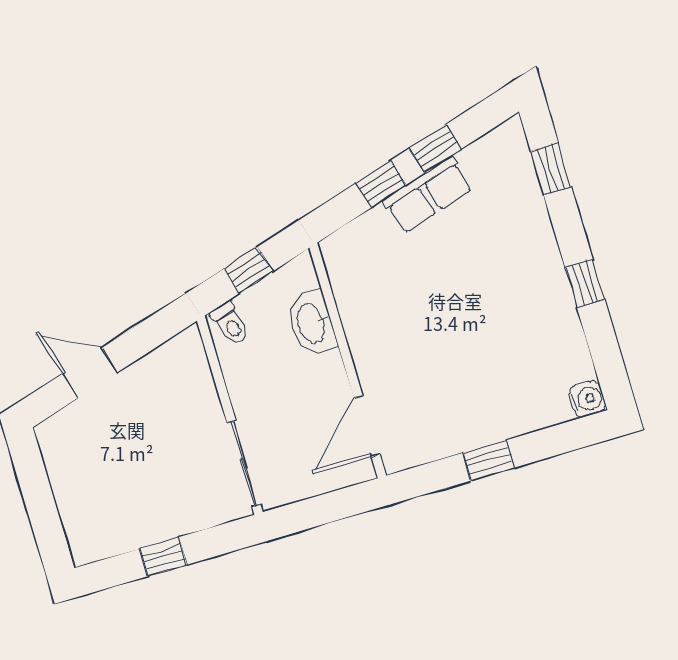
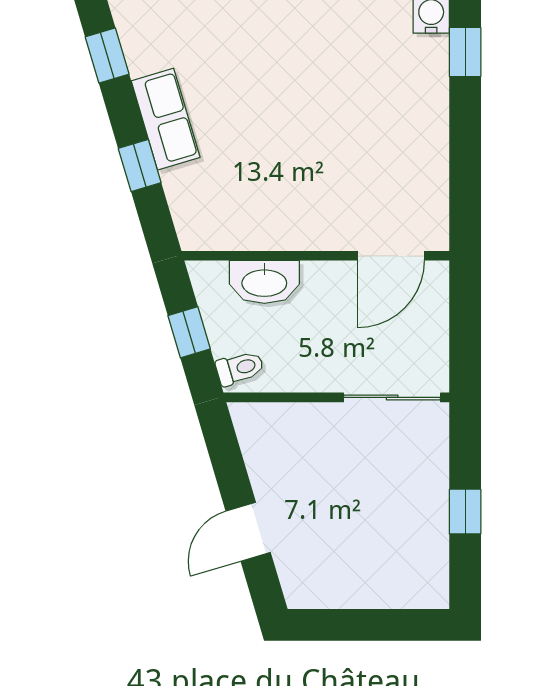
window: (435, 149) -> (107, 56), moved
door: (367, 426) -> (391, 256), hinge flipped
window: (489, 460) -> (465, 52), moved

